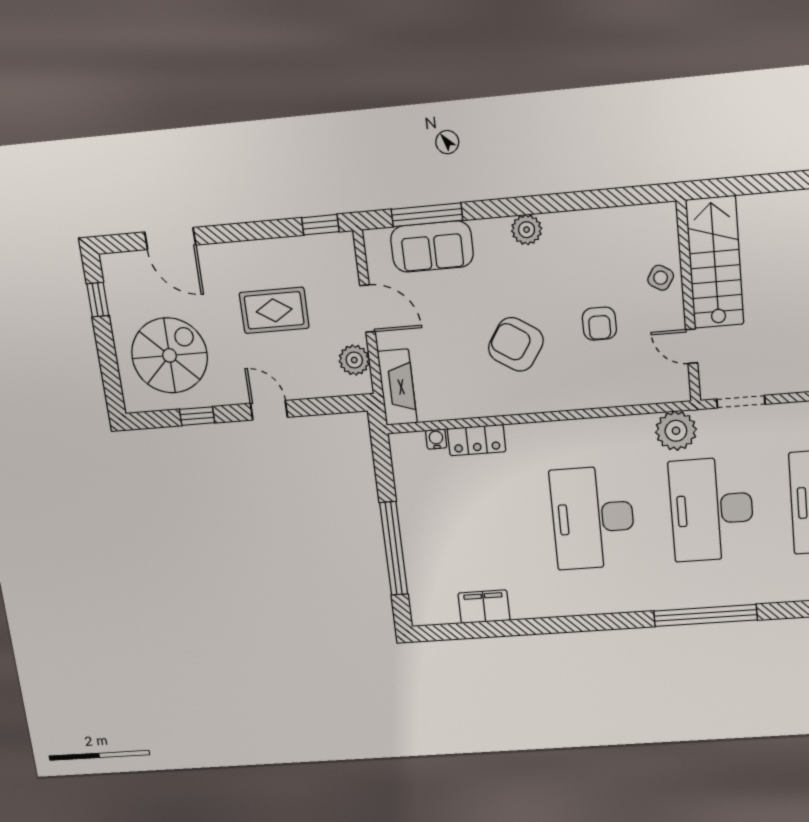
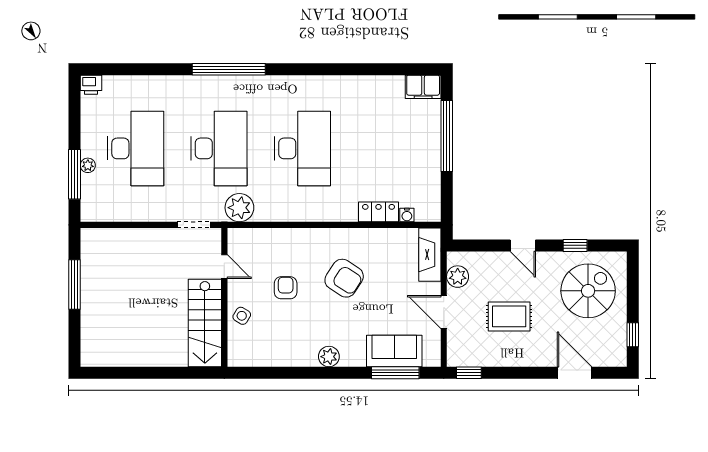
spiral stairs: (170, 355) -> (588, 291), turned 180
filing cabinet: (484, 607) -> (423, 87), moved

